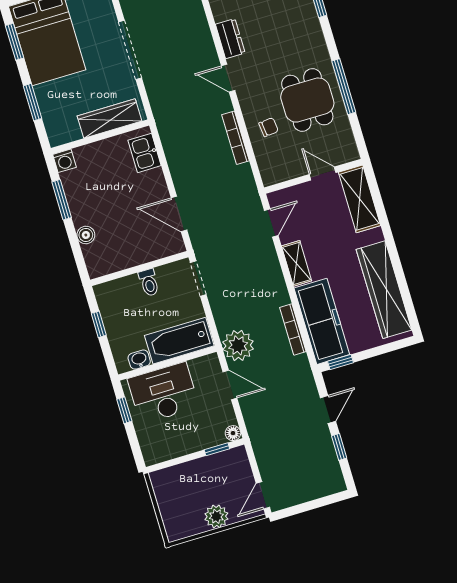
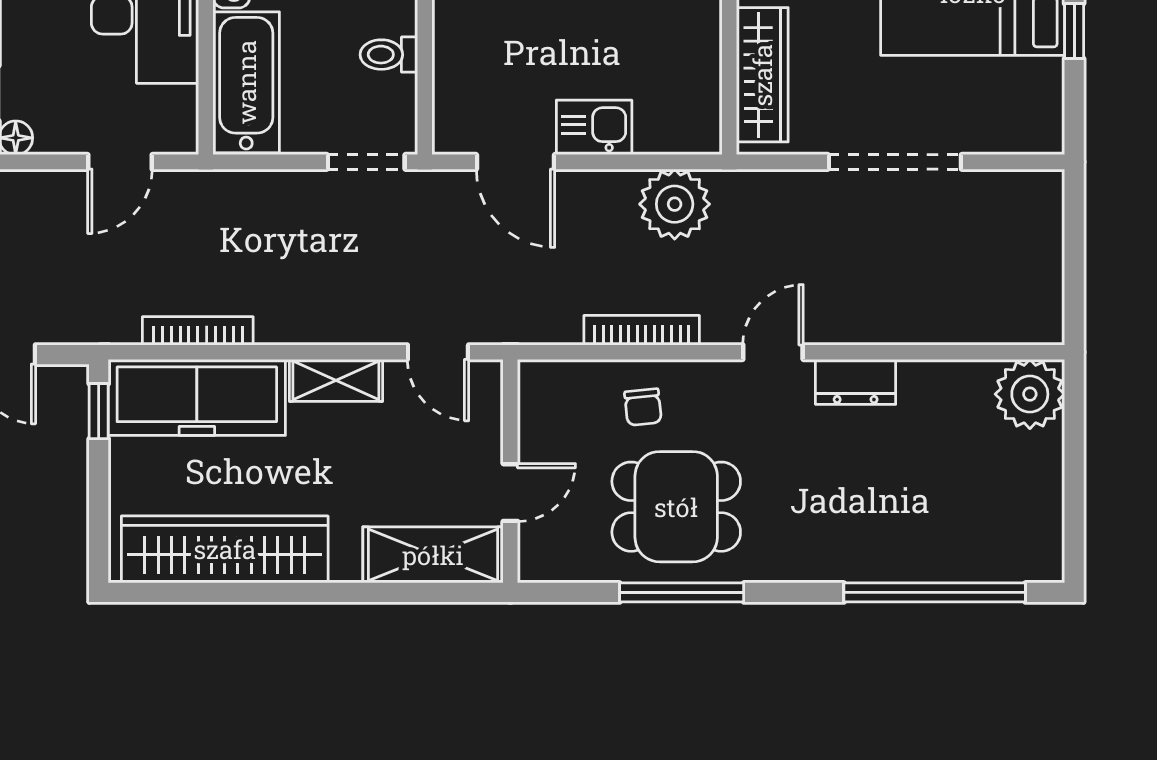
kitchen sink: (145, 153) -> (594, 127), moved
door: (179, 214) -> (515, 162), swing flipped
plant: (238, 345) -> (675, 204), moved

